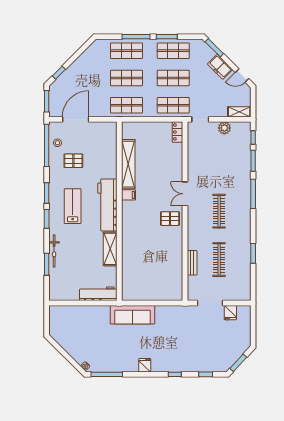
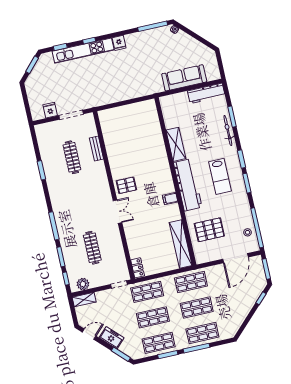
plant: (224, 128) -> (83, 284), moved
pallet: (73, 161) -> (209, 230), moved, width x1.50, depth x1.42
shelving: (128, 164) -> (181, 244), moved
clothes rail: (219, 211) -> (92, 248), moved
workbench: (98, 294) -> (206, 93), moved
sofa: (132, 315) -> (184, 78), moved
kitchen unit: (183, 366) -> (83, 51), added

